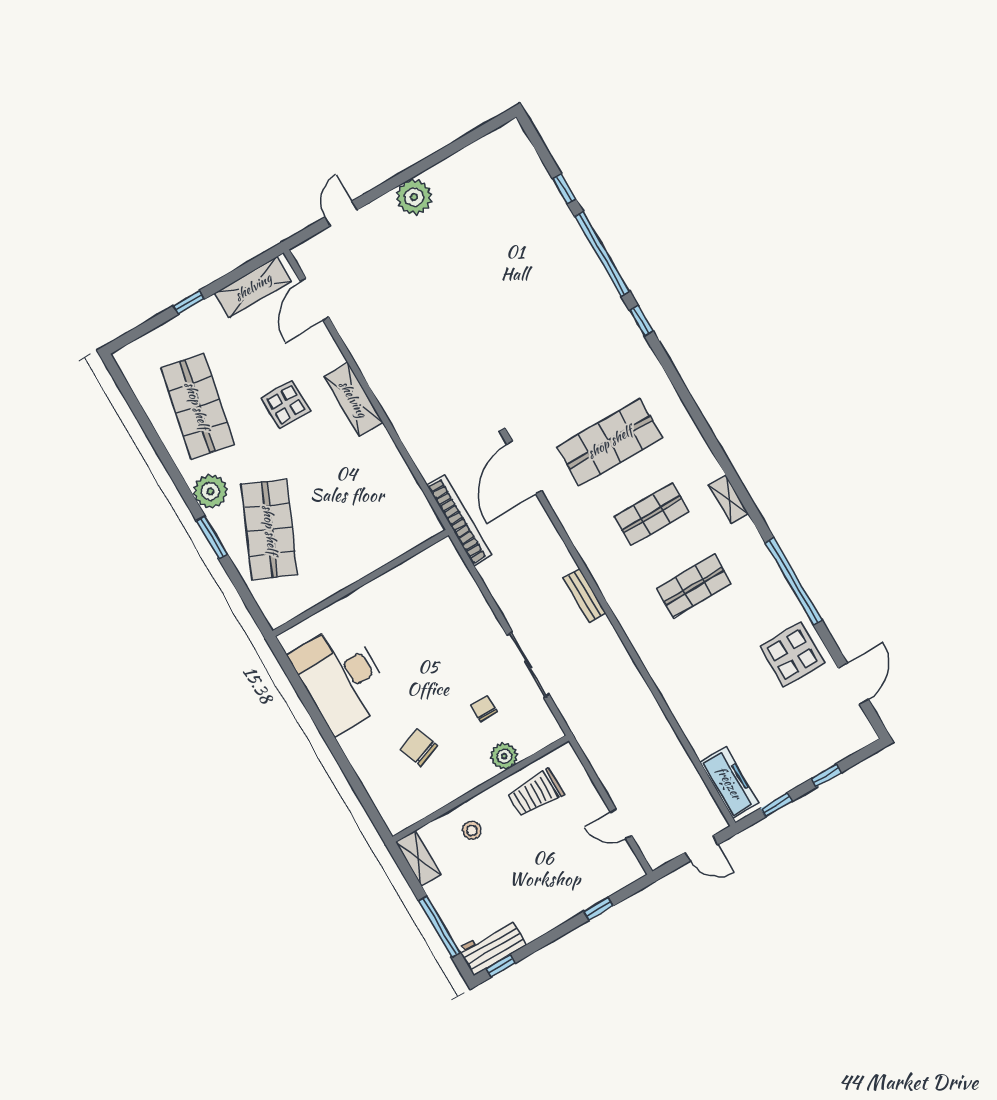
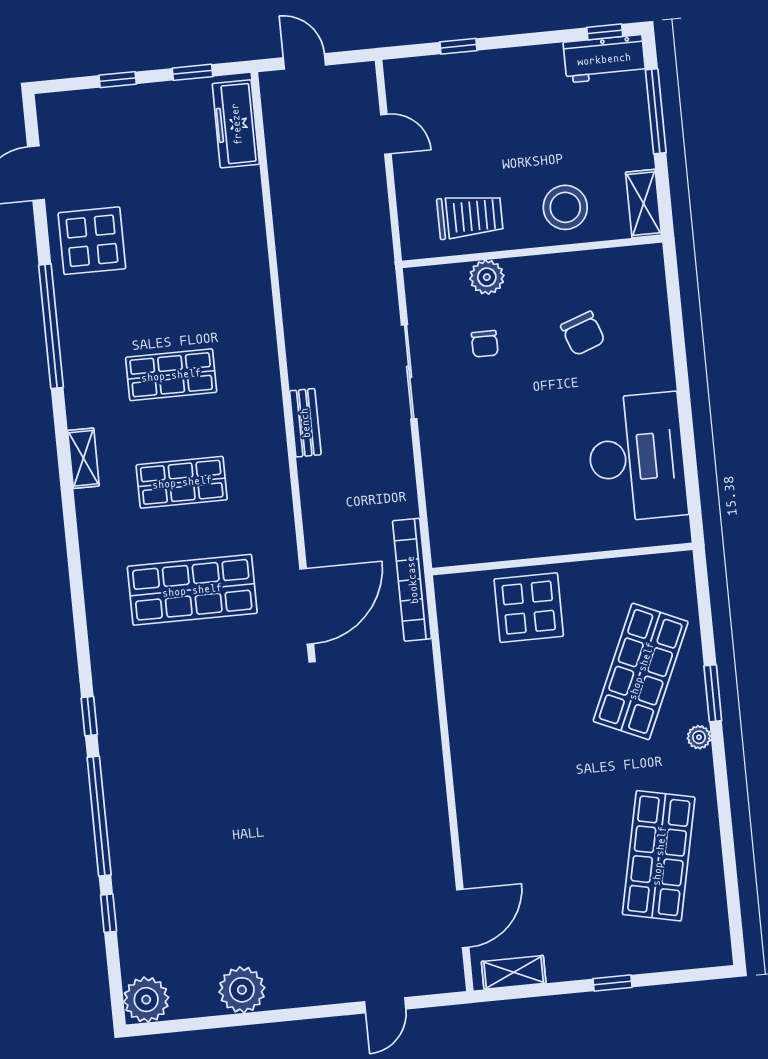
plant: (510, 141) -> (146, 1000), added
plant: (414, 197) -> (242, 990), moved
shelving: (253, 287) -> (514, 972), width x0.67, depth x0.75
shelving: (353, 399) -> (471, 779), removed
display table: (286, 404) -> (529, 608), moved, width x1.36, depth x1.36
plant: (210, 491) -> (699, 737), width x0.53, depth x0.53
stool: (472, 830) -> (565, 207), width x1.89, depth x1.89

